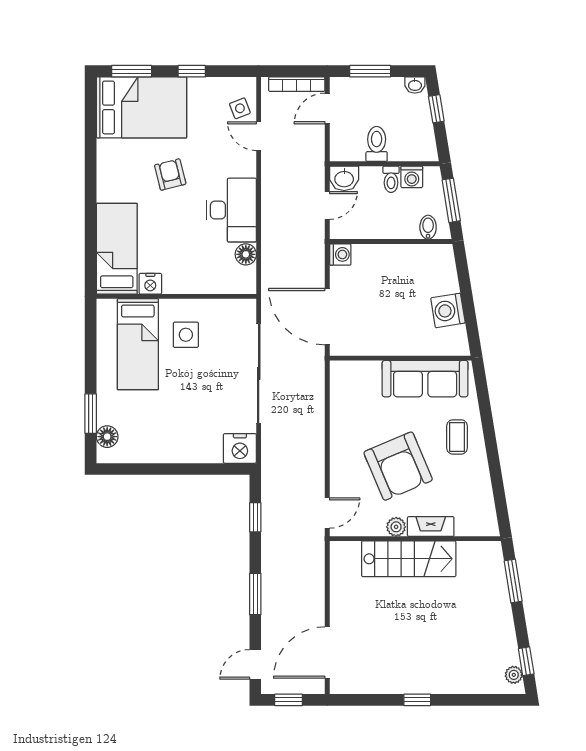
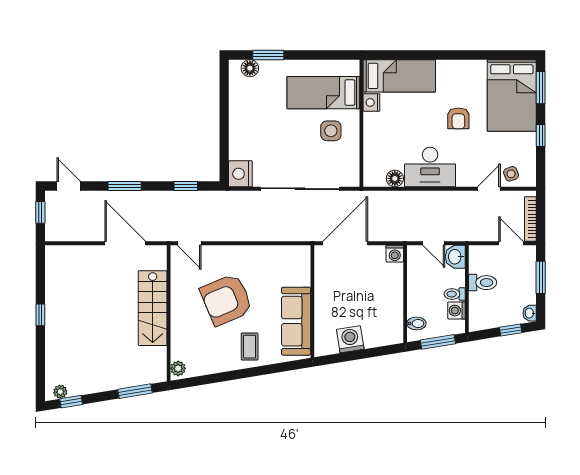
armchair: (170, 175) -> (458, 118), turned 104
coffee table: (457, 437) -> (250, 347), turned 90
fireplace: (431, 526) -> (178, 326), removed
plant: (396, 527) -> (178, 368), moved
door: (327, 653) -> (125, 243), moved

